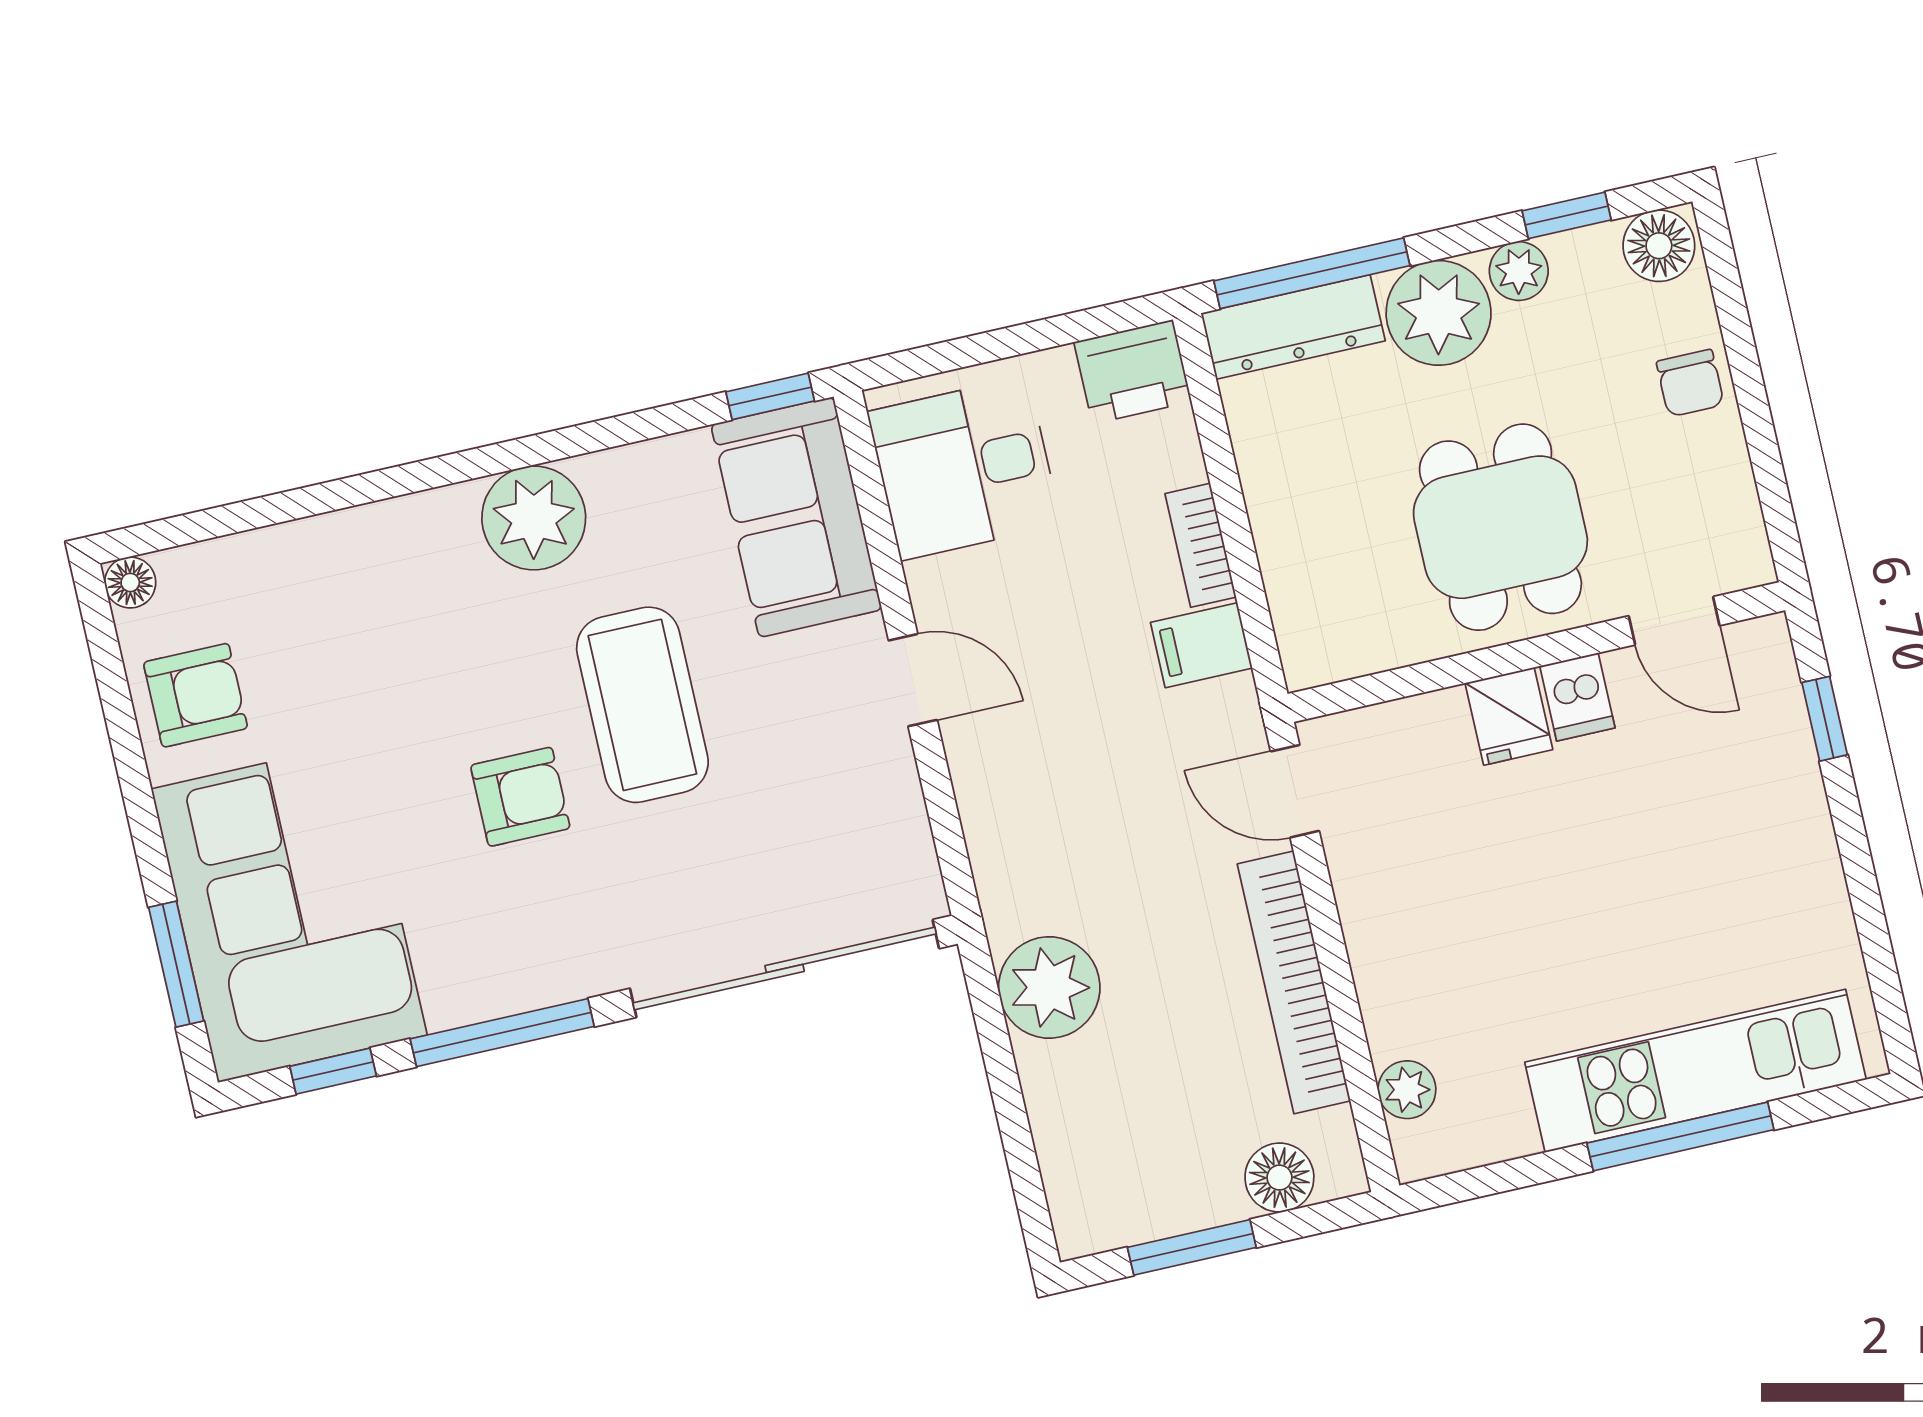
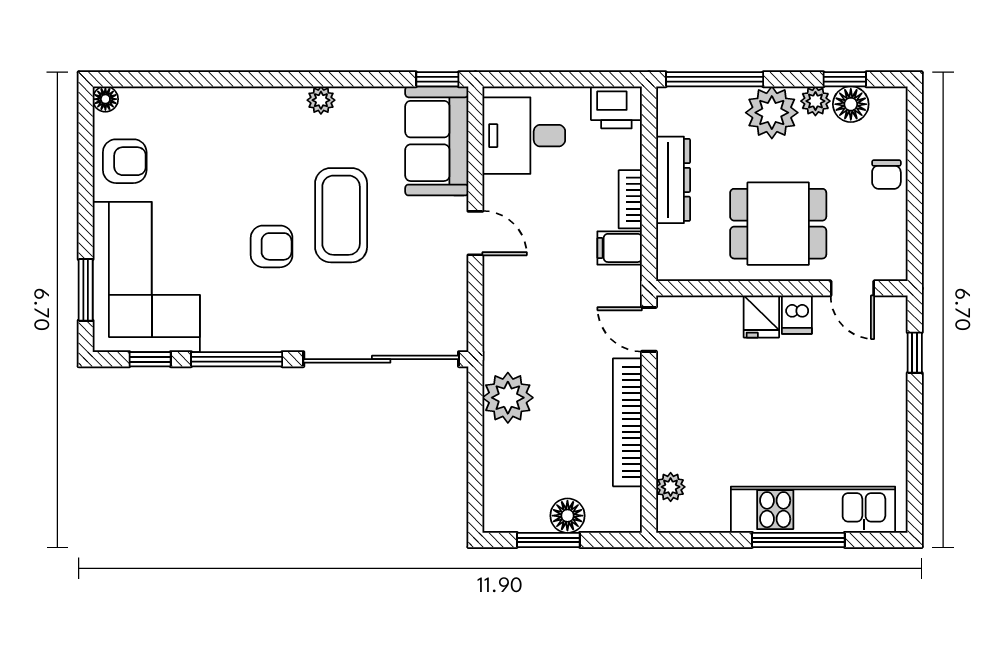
floor lamp: (1659, 246) -> (851, 104), moved
dresser: (1293, 327) -> (673, 180), moved, turned -90
plant: (534, 518) -> (321, 100), width x0.53, depth x0.53
dining table: (1500, 527) -> (778, 224), turned 90
floor lamp: (1279, 1178) -> (567, 516), moved

